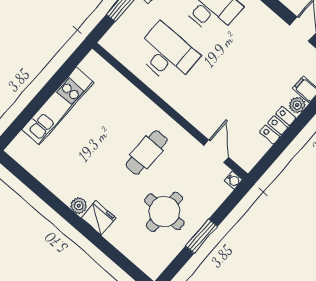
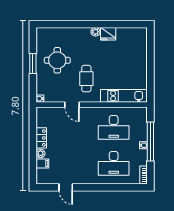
kitchen unit: (58, 106) -> (124, 96), moved, turned 90
door: (216, 151) -> (72, 105), moved
fridge: (98, 218) -> (108, 34), moved

